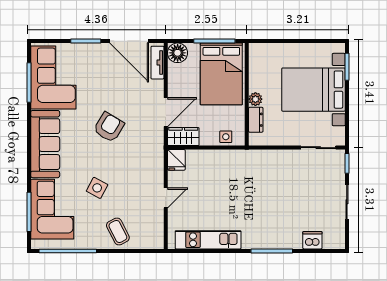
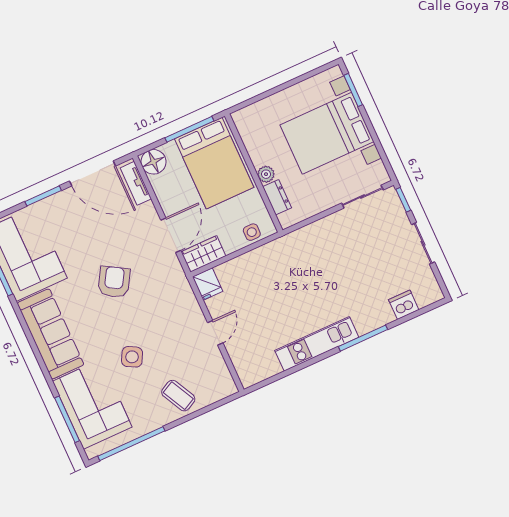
kitchen unit: (208, 240) -> (317, 344), moved

